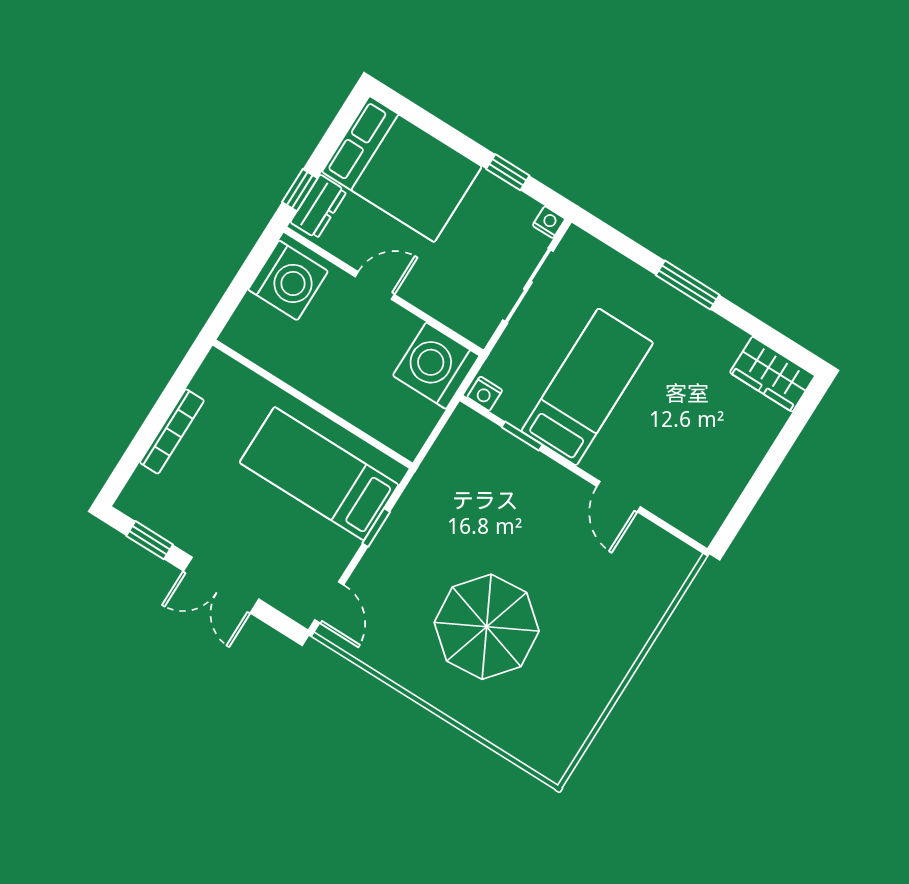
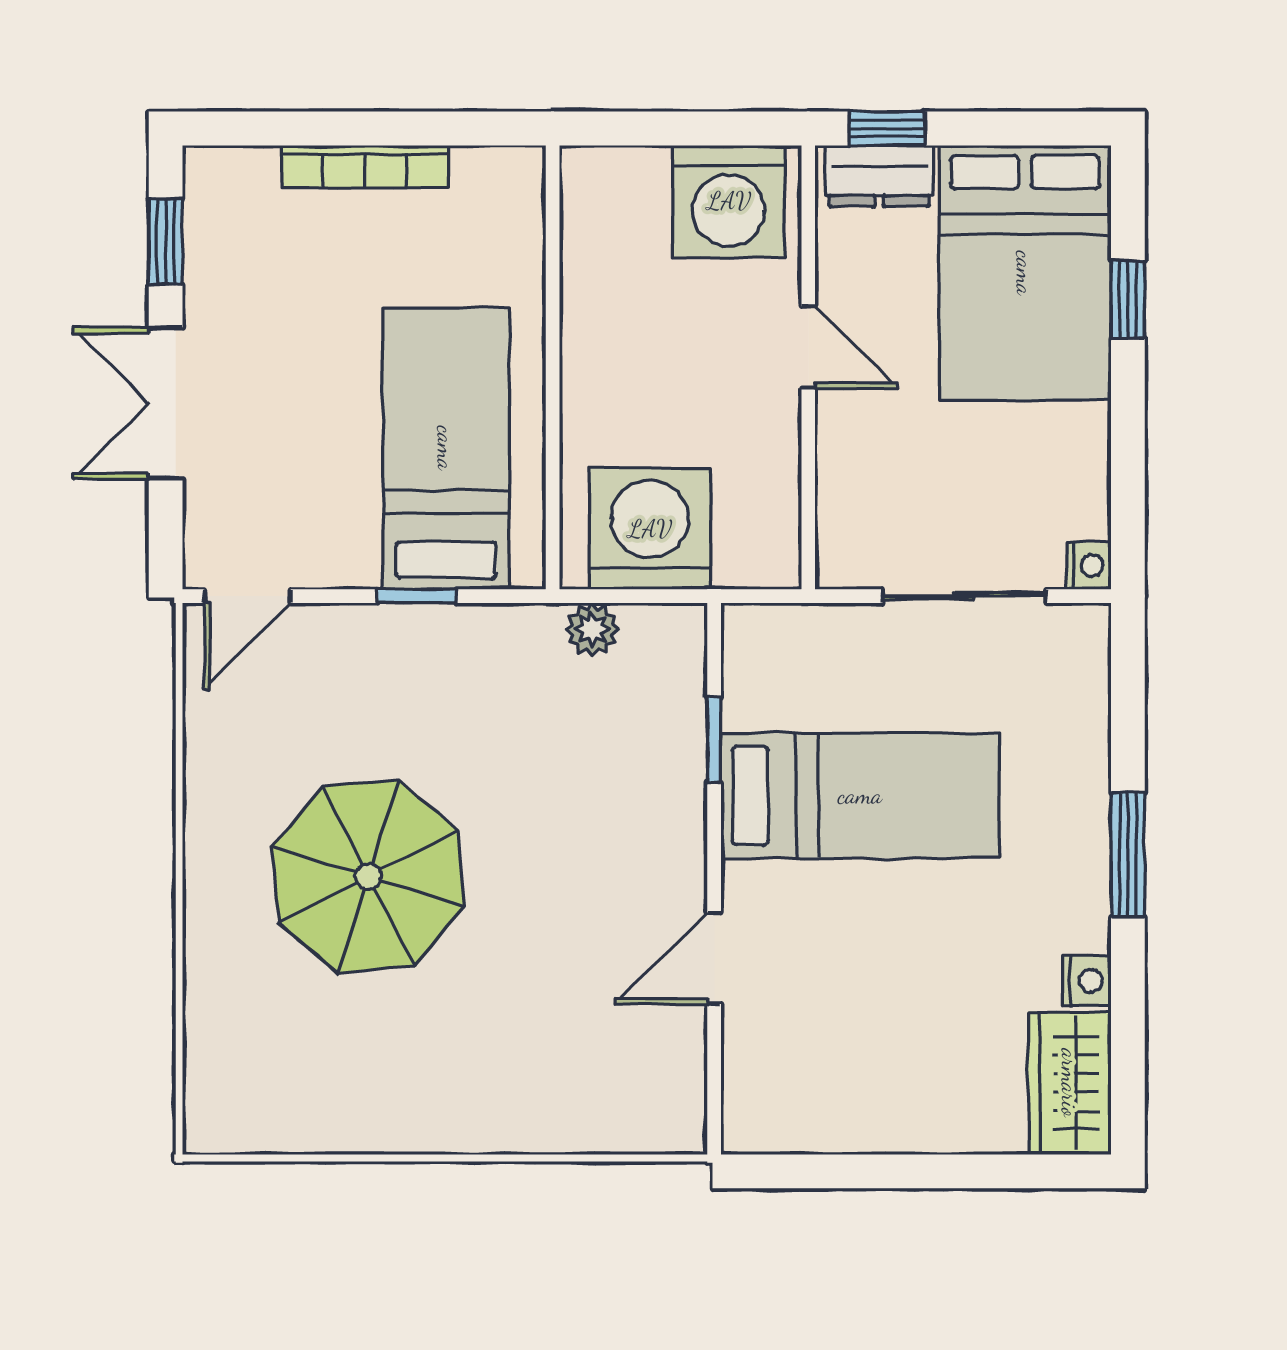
window: (508, 172) -> (1128, 299), moved
washing machine: (436, 366) -> (650, 529), moved
nightstand: (485, 394) -> (1087, 981), moved, turned 180
plant: (439, 459) -> (592, 629), added

